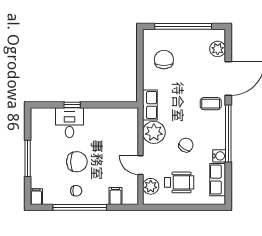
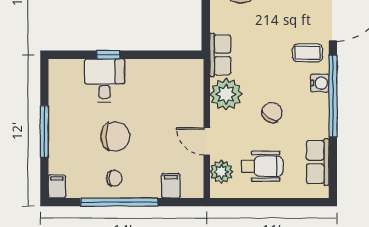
water cooler: (219, 156) -> (320, 83), moved

